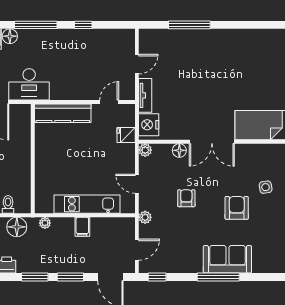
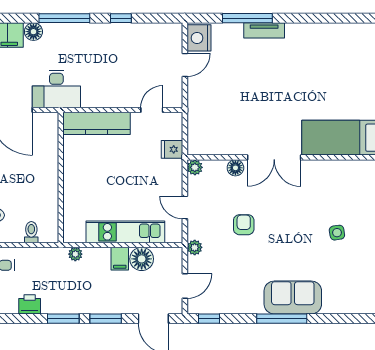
tv unit: (145, 95) -> (264, 30), moved, turned 90
nightstand: (149, 125) -> (199, 38), moved
side table: (266, 187) -> (337, 233), moved
armchair: (237, 208) -> (304, 236), removed
floor lamp: (17, 227) -> (142, 259), moved

